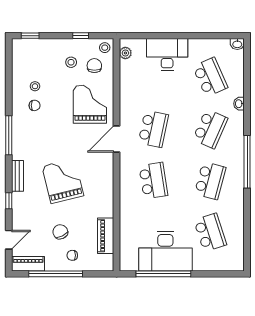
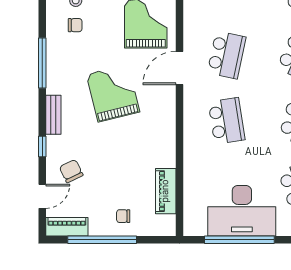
grand piano: (63, 181) -> (113, 93), moved
chair: (60, 232) -> (71, 171), moved

